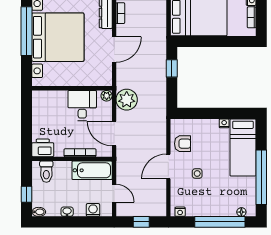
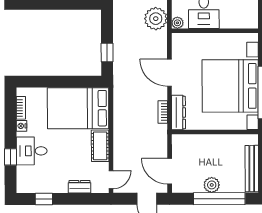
door: (114, 50) -> (169, 73), hinge flipped

